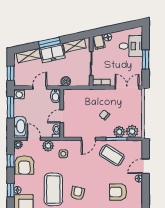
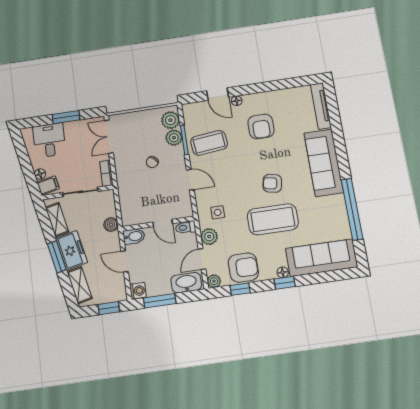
coffee table: (112, 155) -> (209, 143), turned 52

